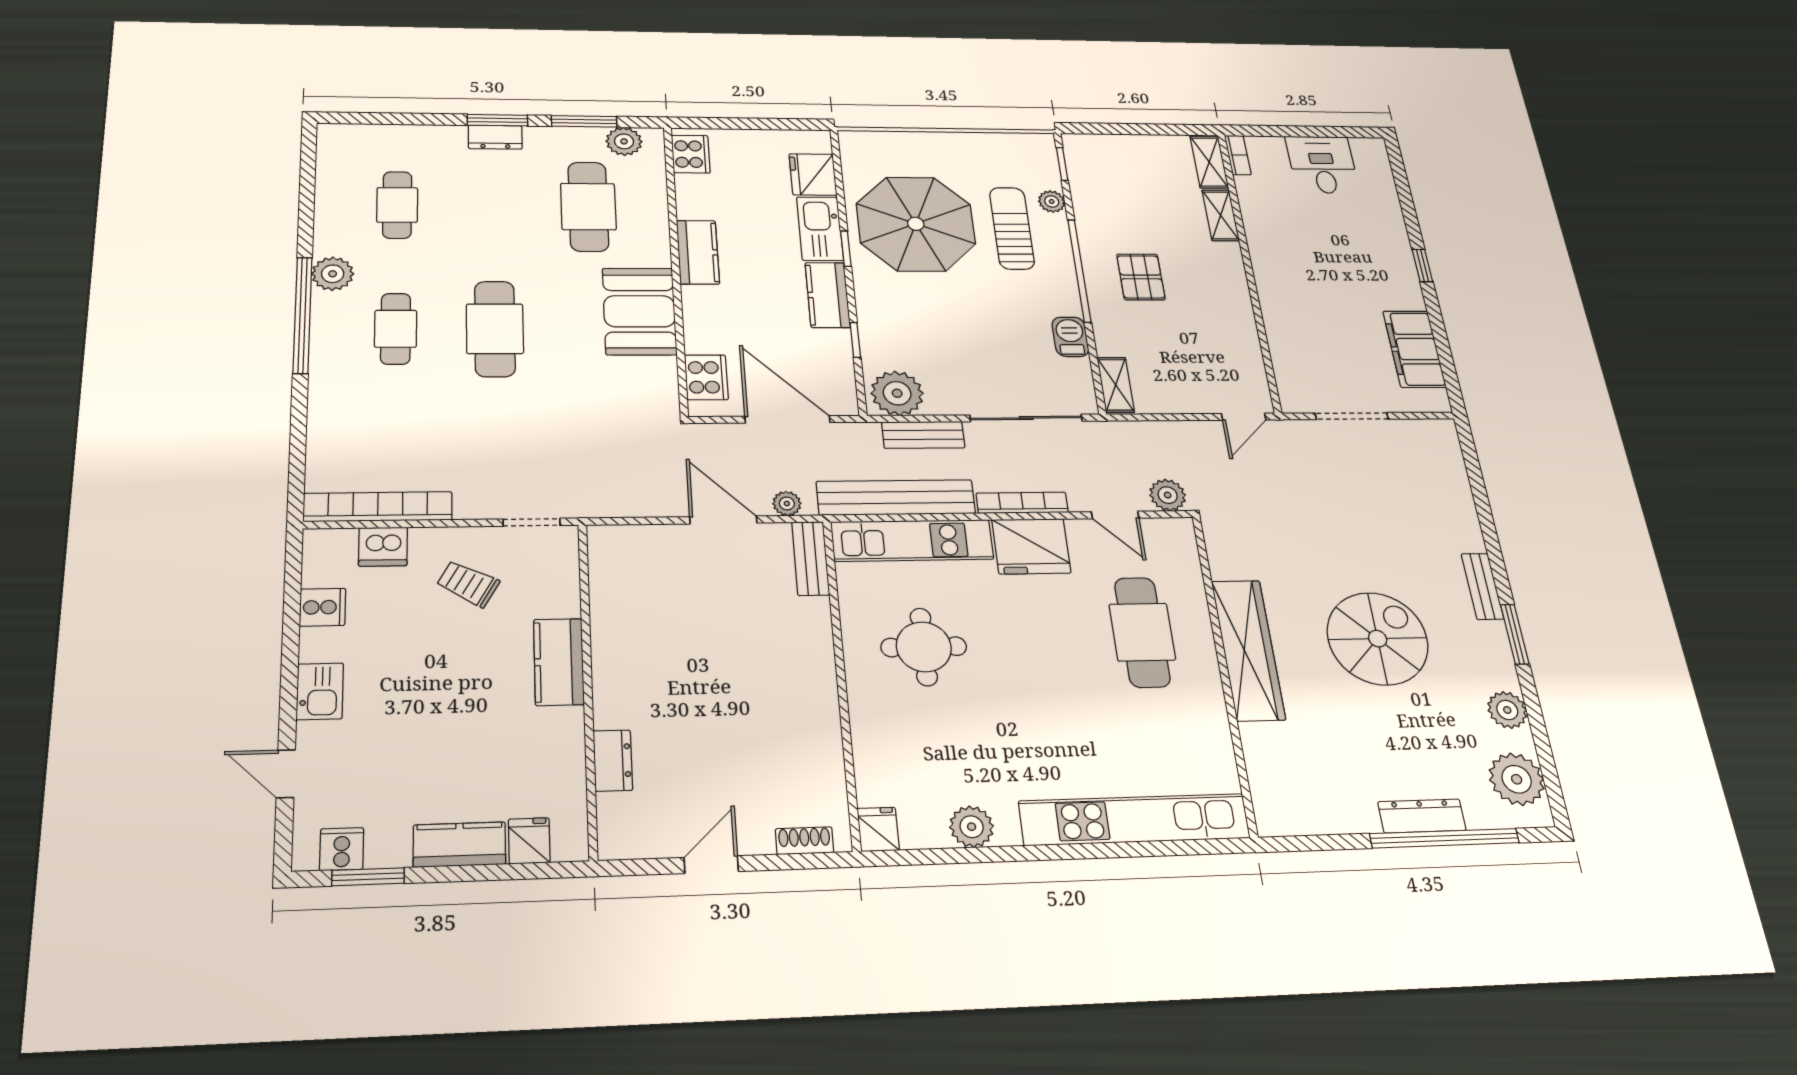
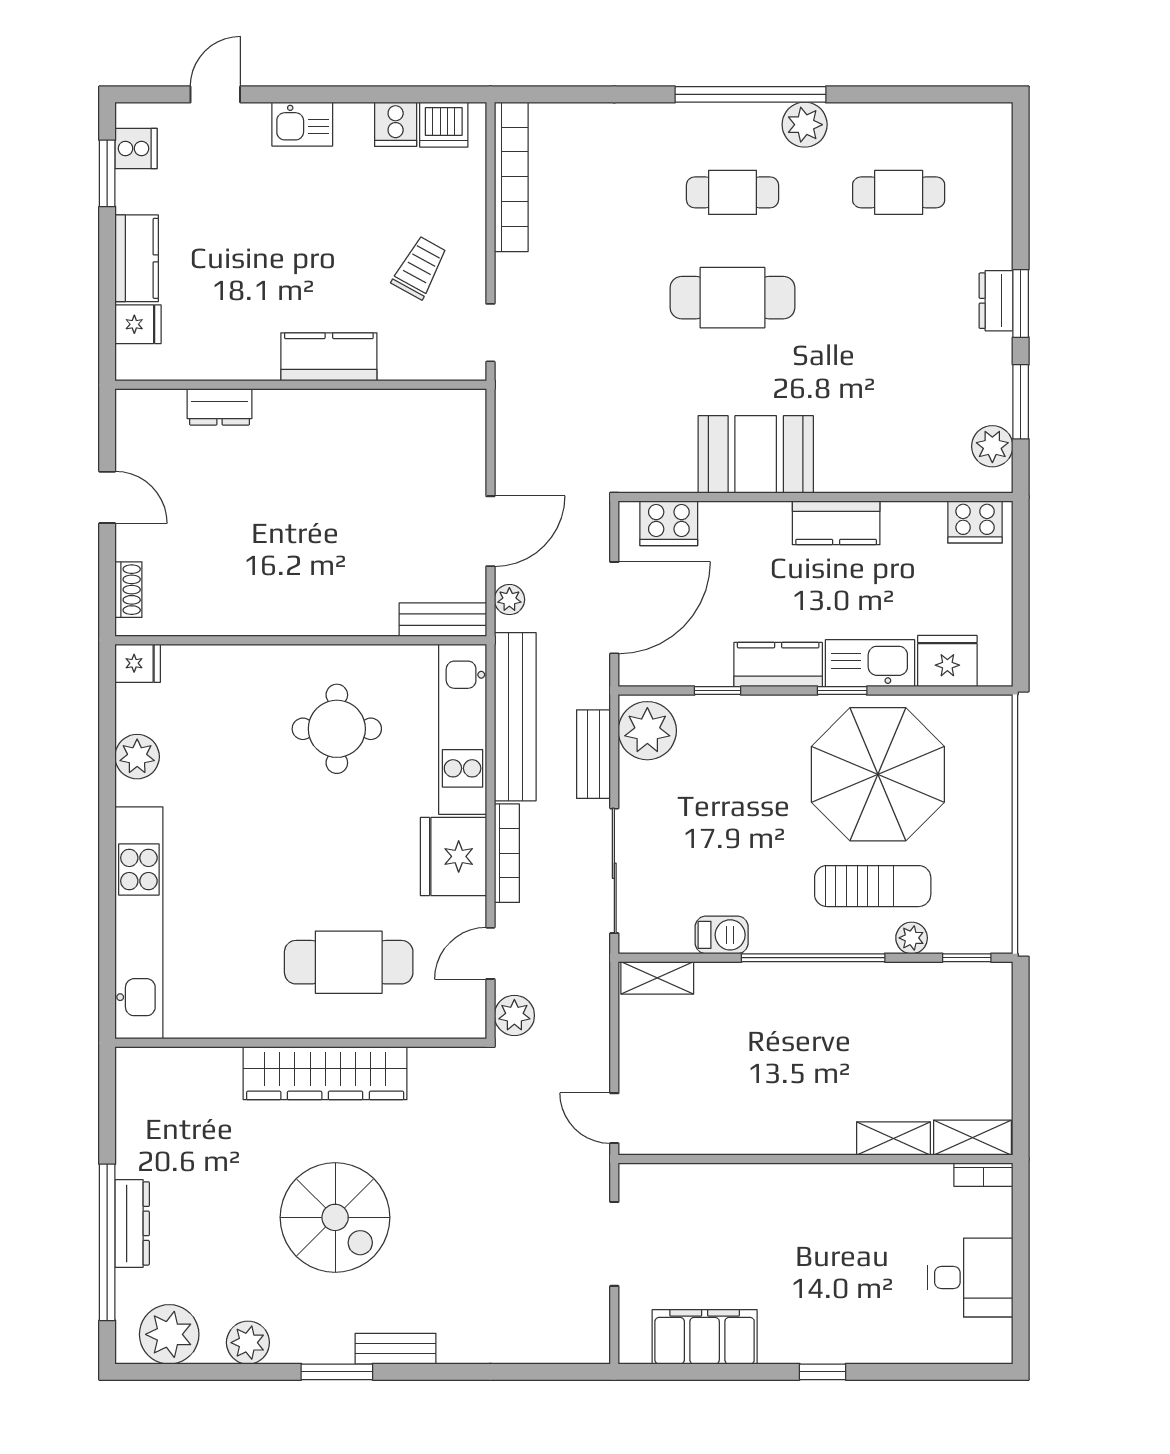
cafe table: (588, 207) -> (899, 403), removed
pallet: (1141, 277) -> (805, 1029), removed
dishwasher: (383, 547) -> (444, 125), moved, turned -90

